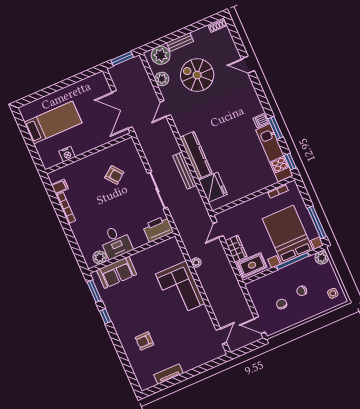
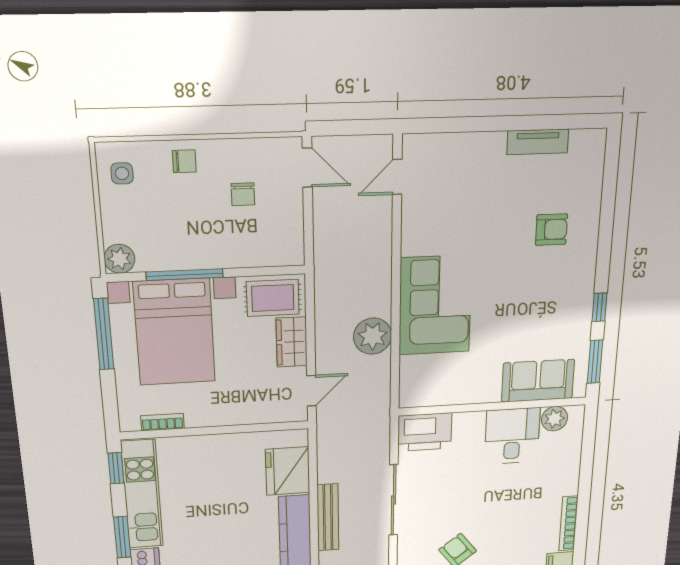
plant: (196, 262) -> (373, 336), width x1.88, depth x1.88
chair: (302, 291) -> (184, 161), moved

